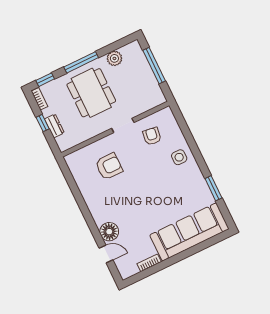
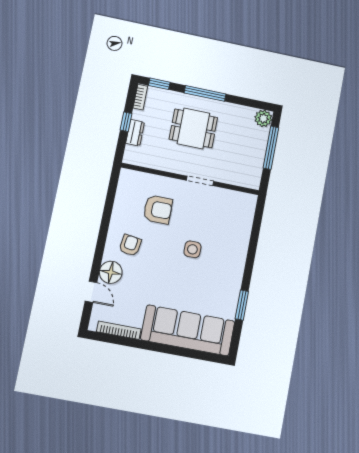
plant: (114, 58) -> (263, 118), moved
dining table: (91, 93) -> (193, 128), width x0.73
armchair: (152, 136) -> (130, 245), moved
side table: (179, 157) -> (192, 249), moved
bookcase: (149, 263) -> (119, 330), width x1.56

